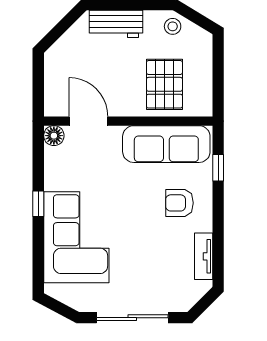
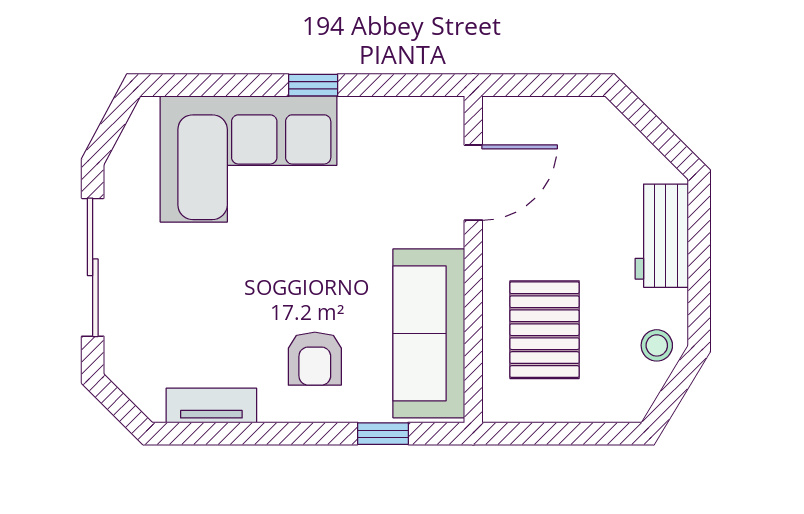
pallet: (164, 84) -> (545, 330), turned 90
floor lamp: (54, 136) -> (445, 116), removed
armchair: (179, 203) -> (315, 359), turned 180

